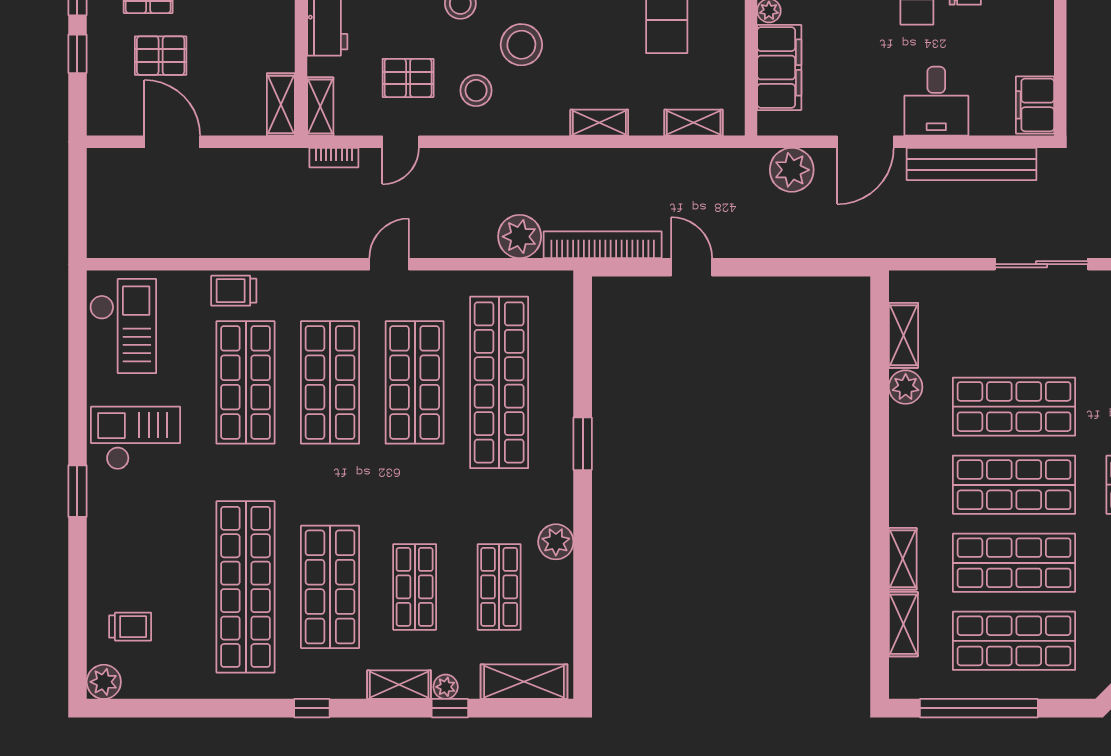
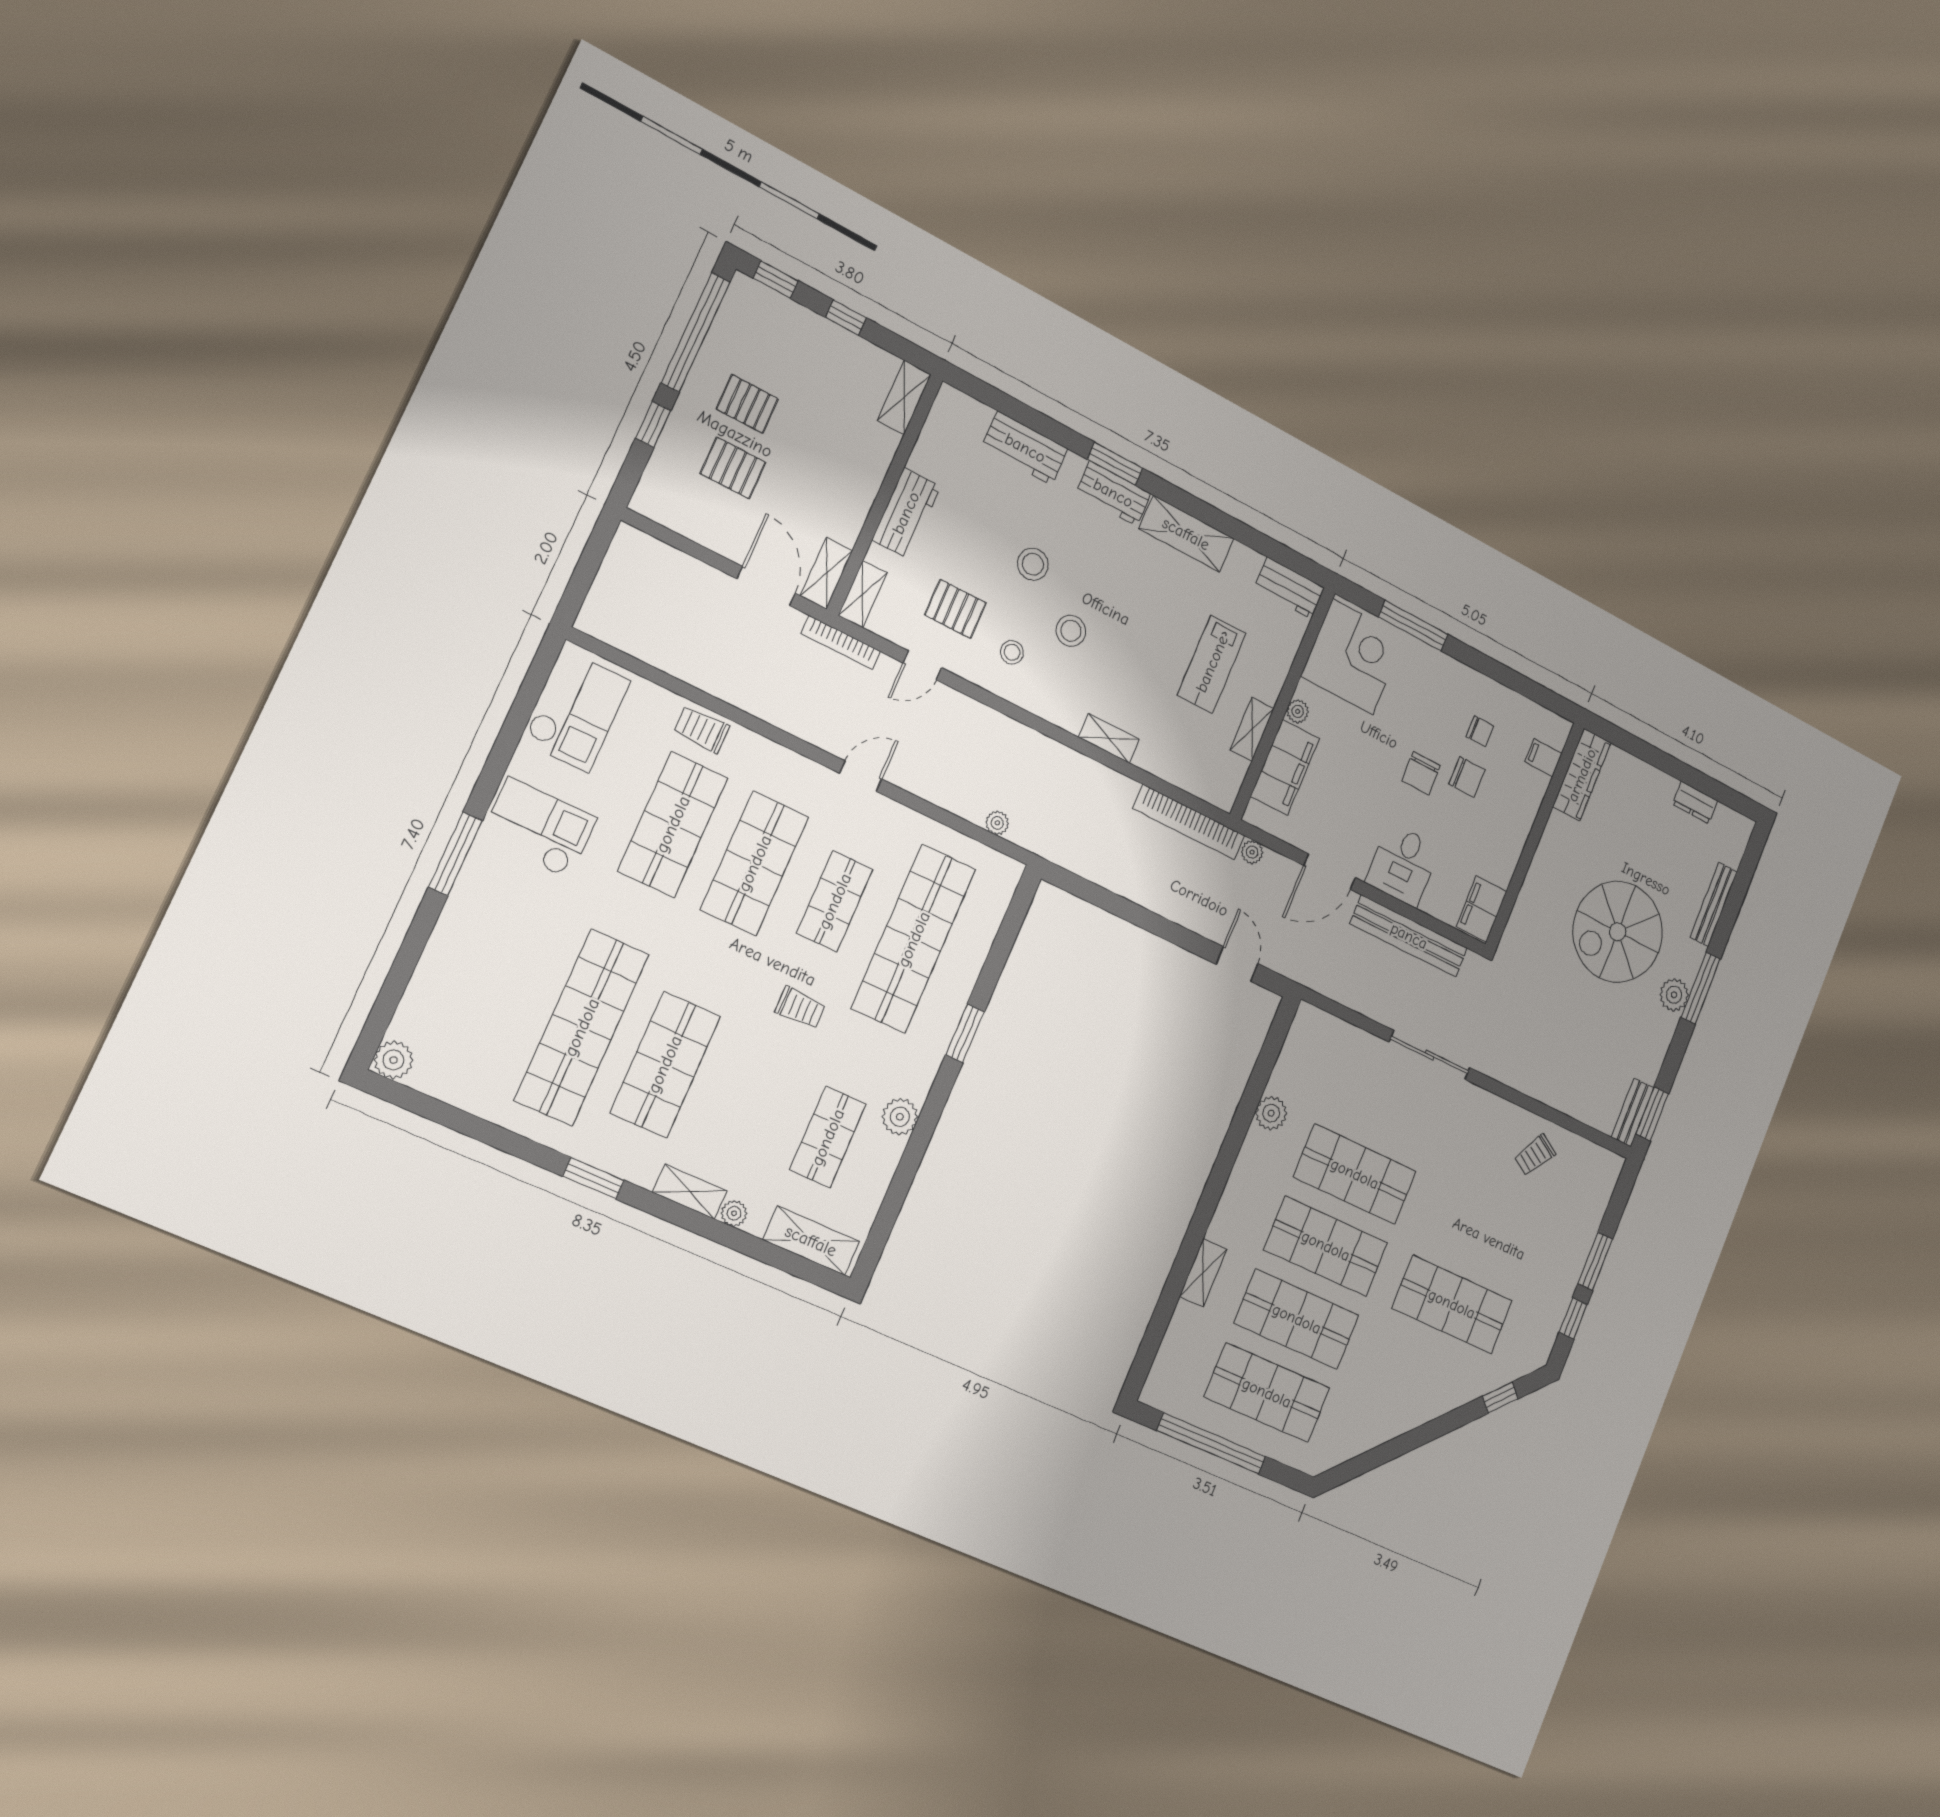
stool: (521, 45) -> (1071, 631), width x0.73, depth x0.73
stool: (476, 90) -> (1012, 652), width x0.73, depth x0.73
shelving: (694, 123) -> (1252, 729), moved, turned 90
door: (172, 142) -> (766, 586), moved
bookcase: (334, 158) -> (841, 642), width x1.56
plant: (792, 170) -> (1252, 852), width x0.53, depth x0.53
plant: (520, 237) -> (997, 823), width x0.53, depth x0.53
bookcase: (603, 245) -> (1189, 822), moved, turned 180
door: (692, 267) -> (1237, 964), moved
shelving: (903, 335) -> (1289, 1064), removed
shop shelf: (415, 382) -> (835, 901), width x0.70, depth x0.74
window: (77, 491) -> (455, 854), width x1.44
shop shelf: (415, 587) -> (747, 1101), removed
shelving: (903, 624) -> (1178, 1335), removed
trolley: (130, 627) -> (800, 1008), moved
window: (312, 708) -> (593, 1178), width x1.50
window: (450, 708) -> (729, 1236), removed

